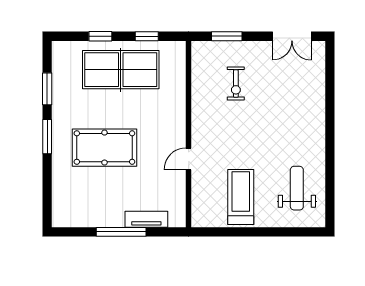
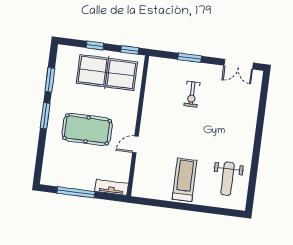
wall: (189, 134) -> (138, 126), moved
door: (189, 159) -> (135, 144), moved
weight bench: (297, 188) -> (227, 179), turned 180
window: (121, 232) -> (76, 192), moved

